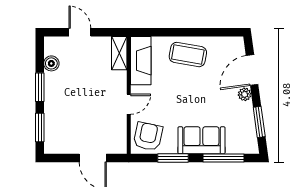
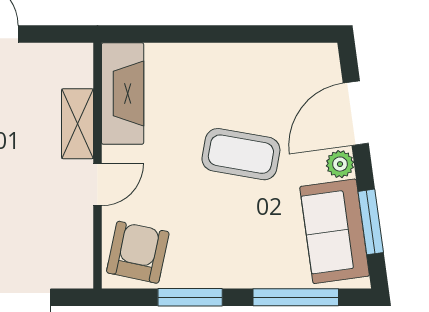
shelving: (119, 53) -> (78, 124), moved
coffee table: (188, 55) -> (241, 154), moved
sofa: (201, 140) -> (335, 231), moved, turned -98

